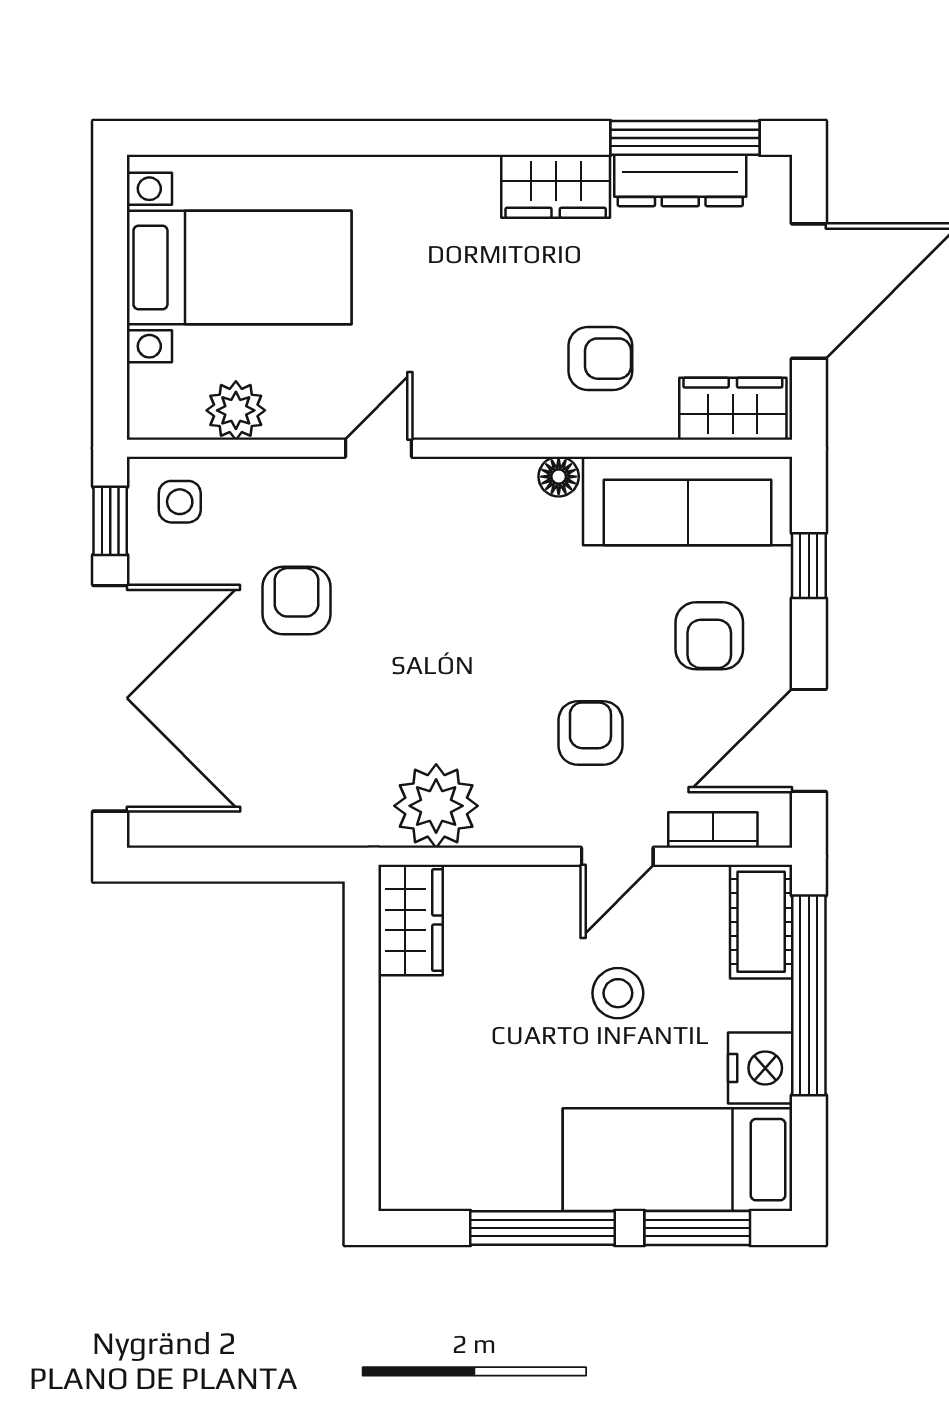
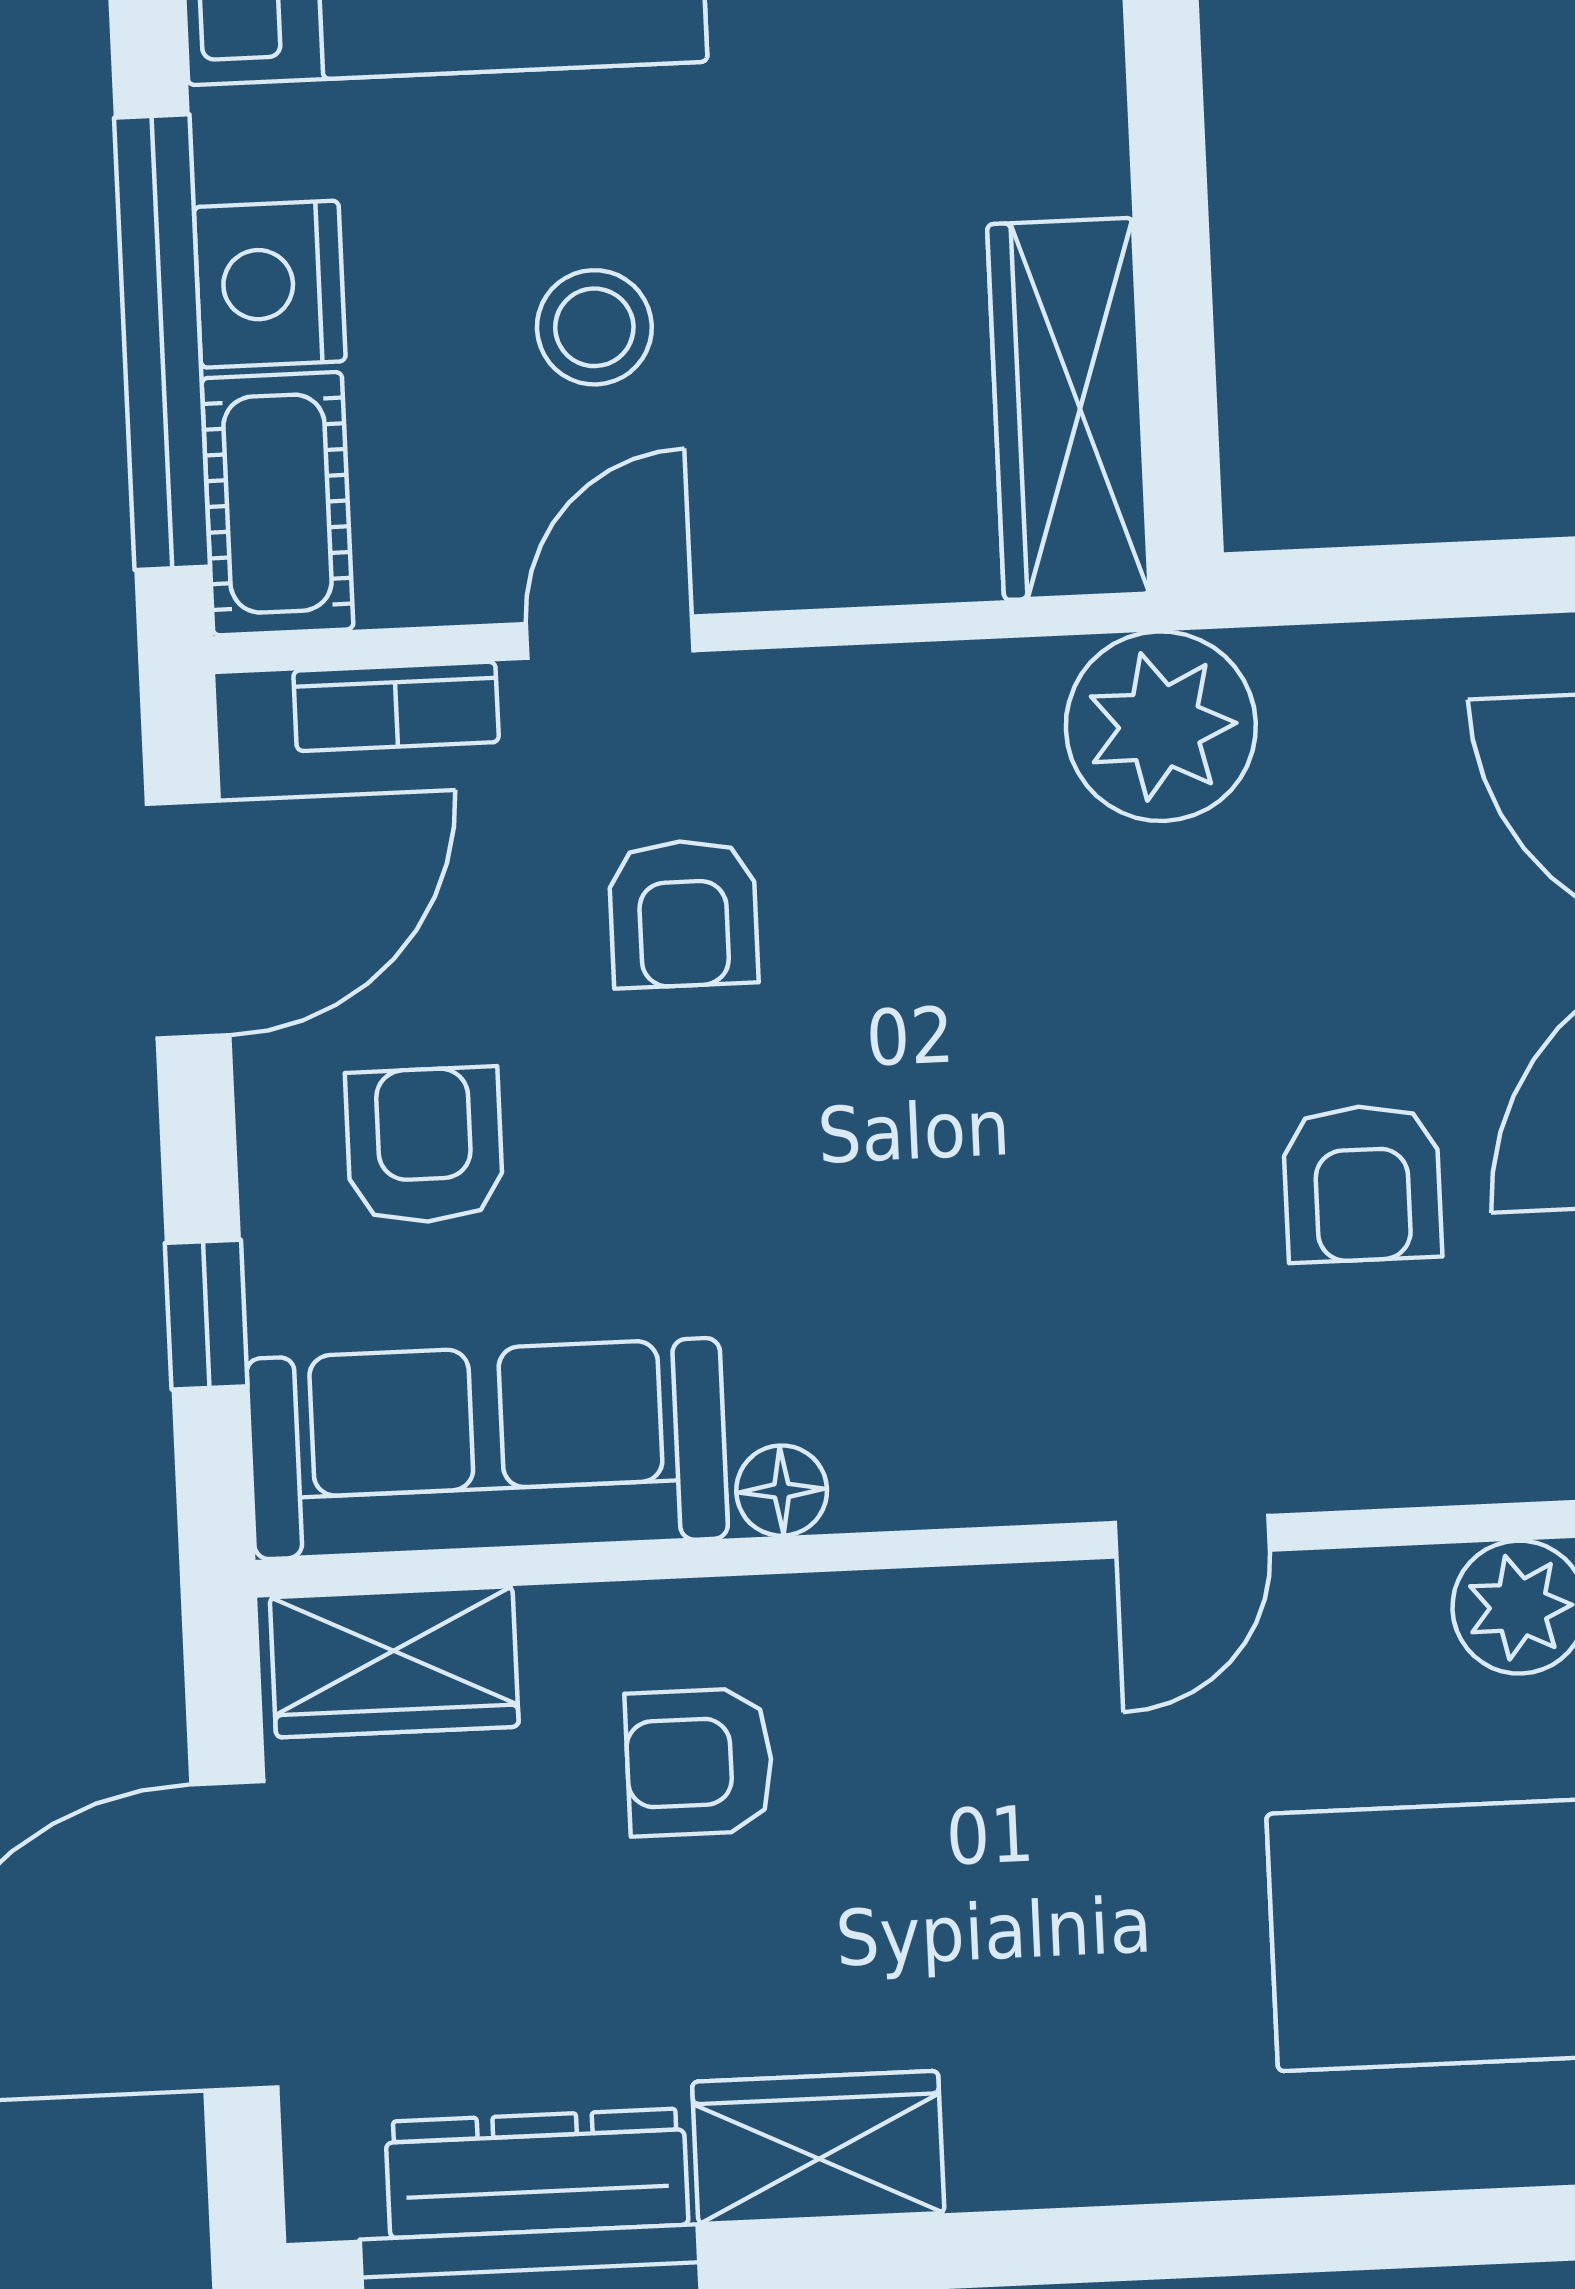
plant: (436, 806) -> (1161, 726), moved
wardrobe: (411, 920) -> (1068, 409), width x1.50
nightstand: (760, 1068) -> (270, 284), moved

